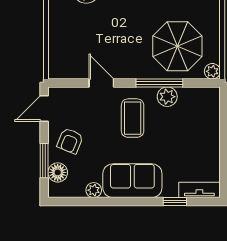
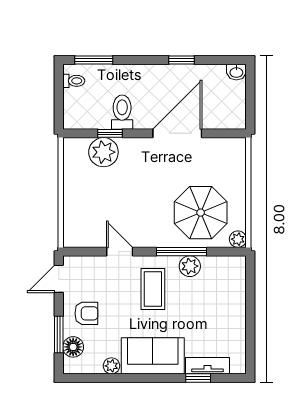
armchair: (70, 141) -> (86, 313), turned -112
tv unit: (199, 190) -> (208, 366), moved

